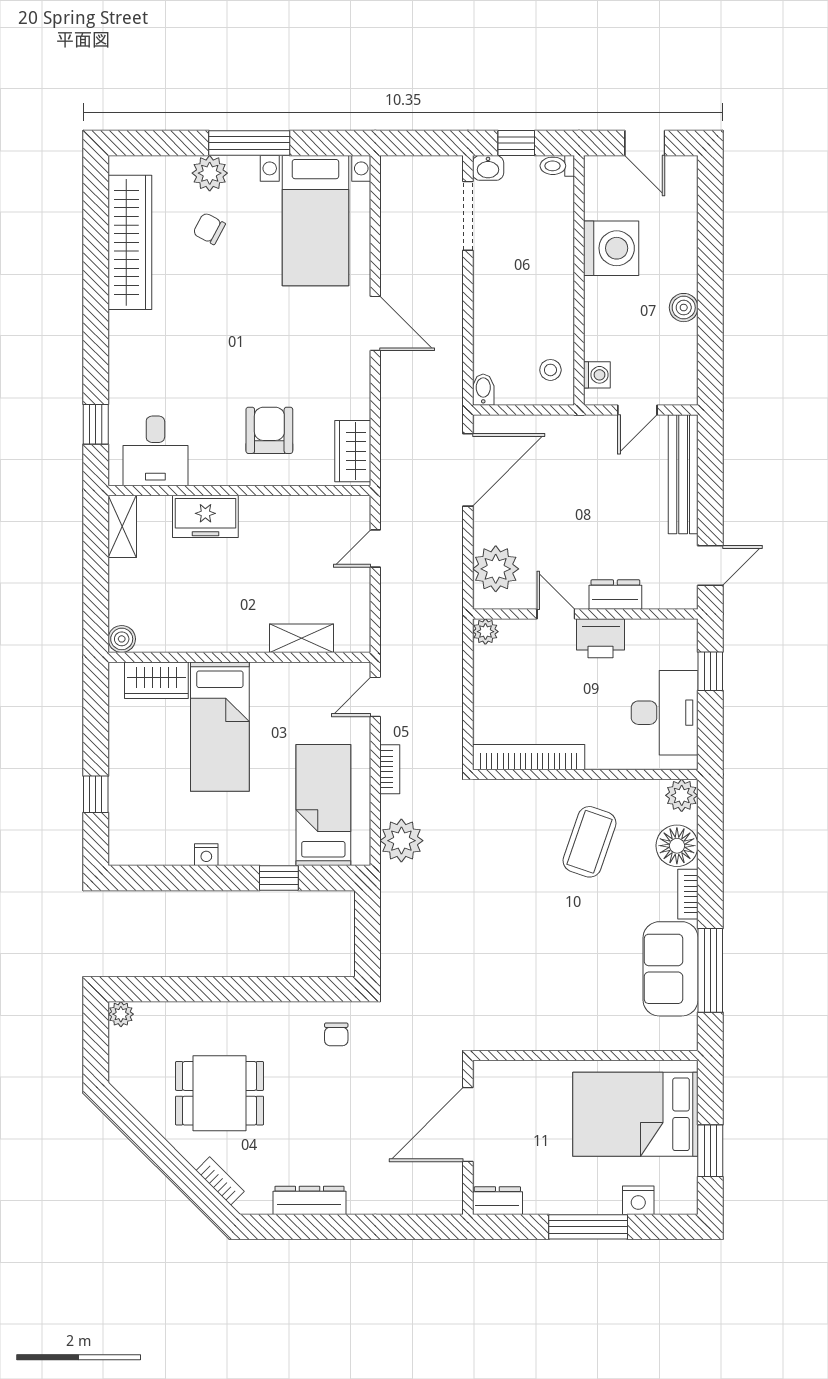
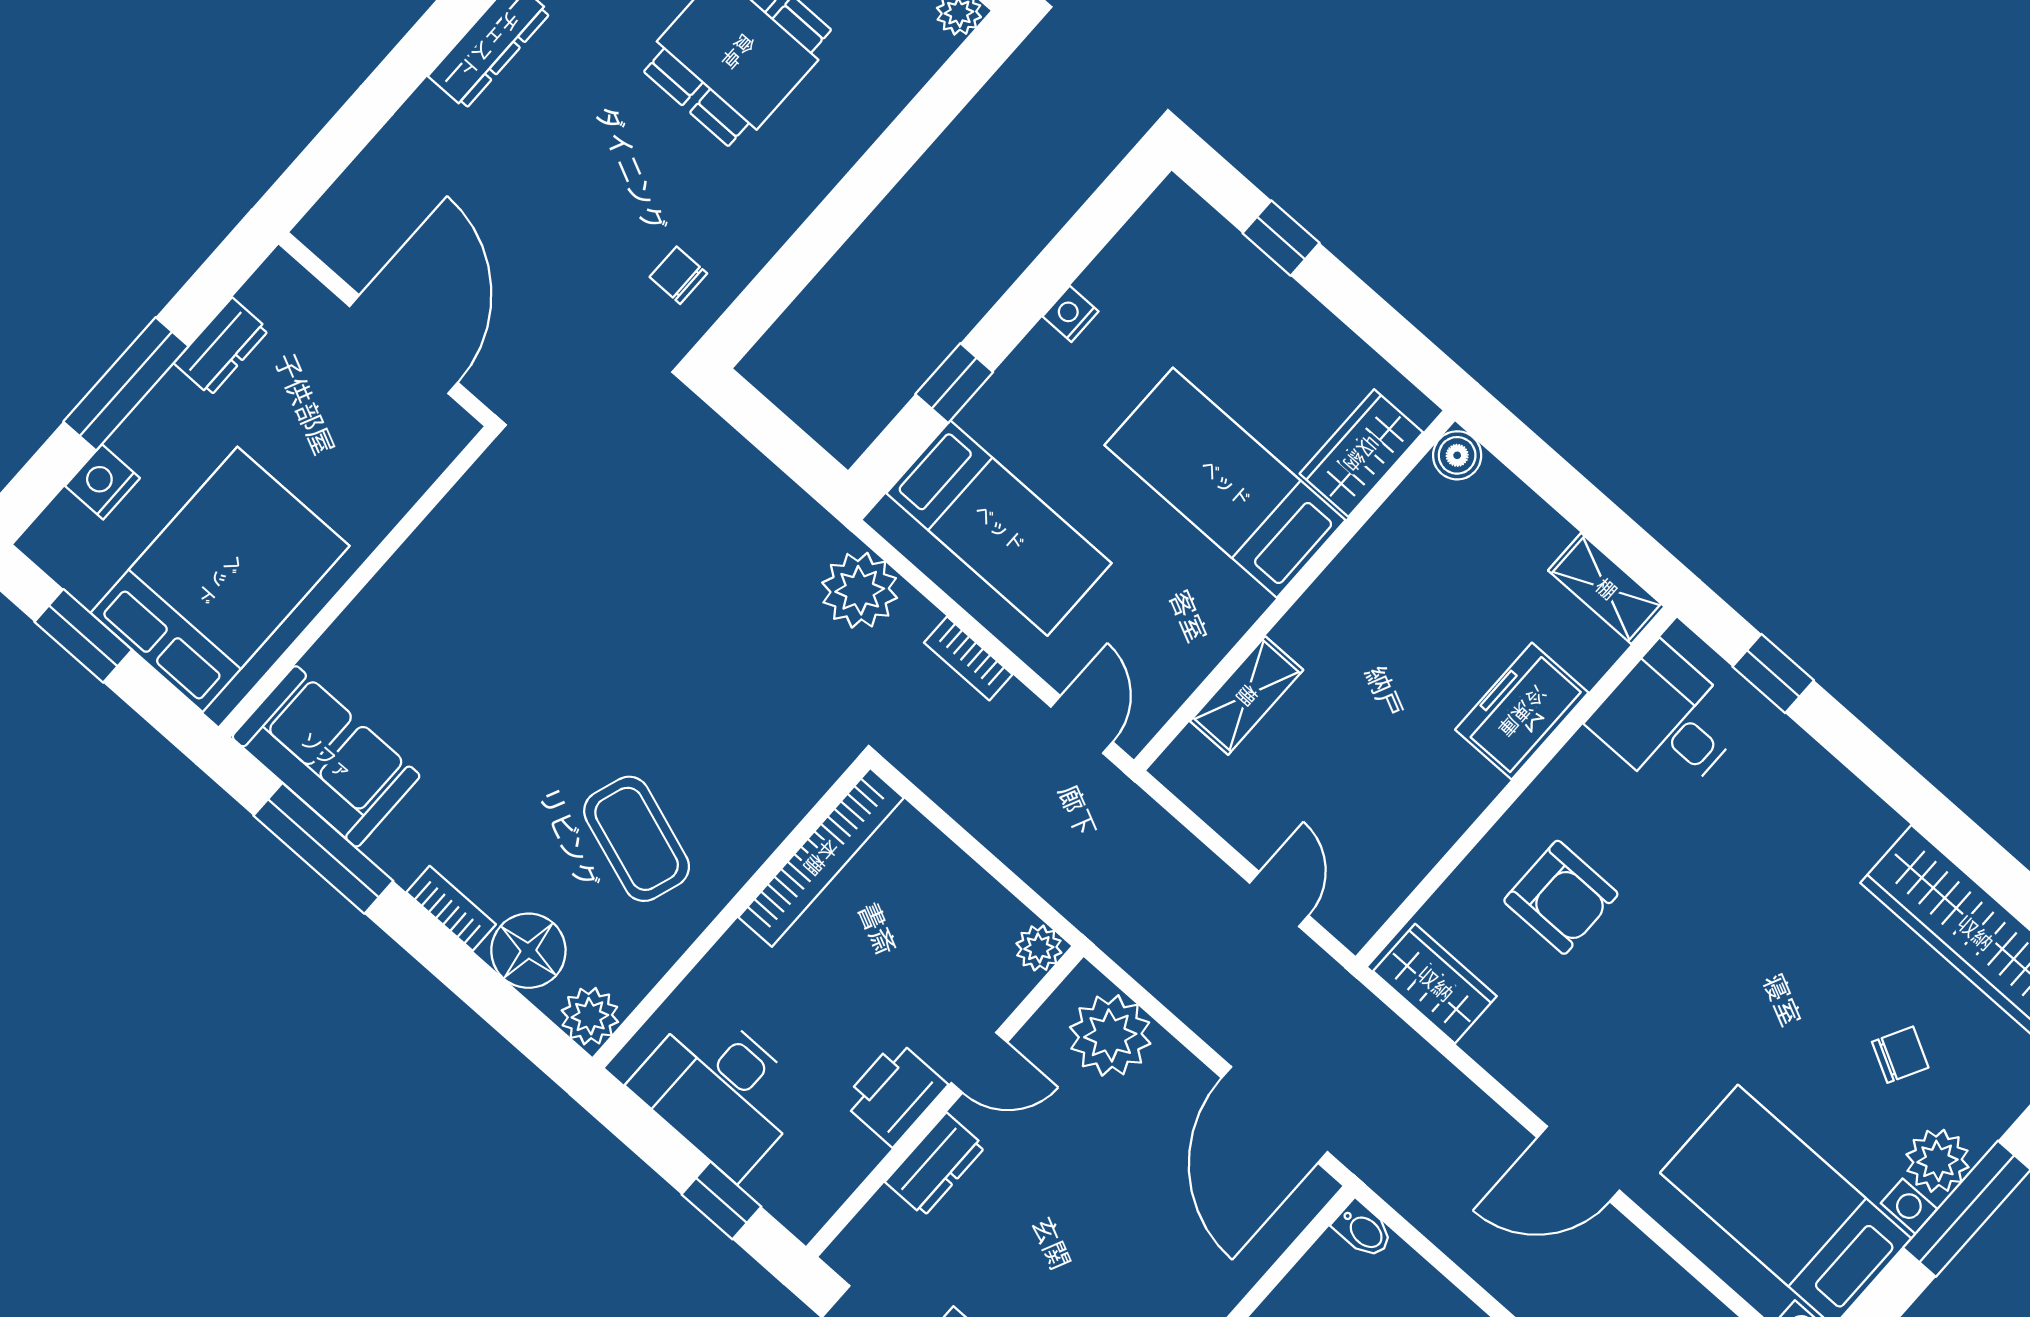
plant: (210, 173) -> (1938, 1161), moved
sofa: (671, 969) -> (326, 756), moved
dresser: (497, 1201) -> (221, 347), moved

